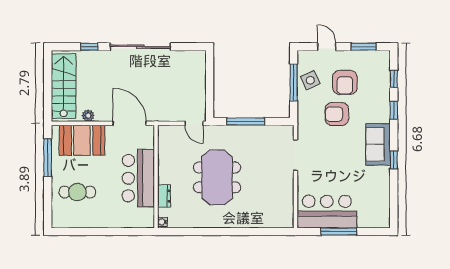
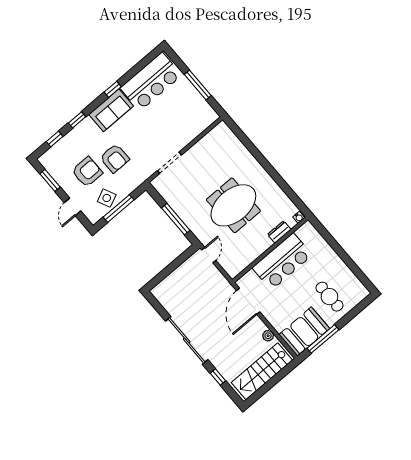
booth: (82, 140) -> (304, 332), moved, turned 90
bar counter: (327, 212) -> (151, 82), moved, turned -90

